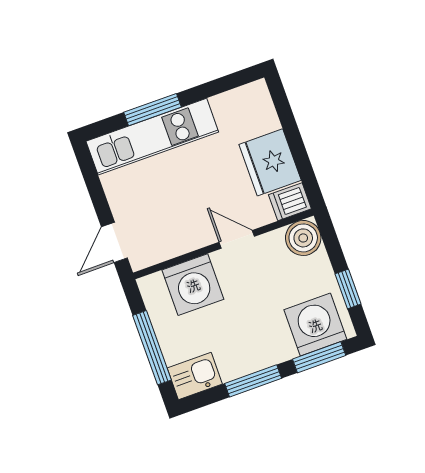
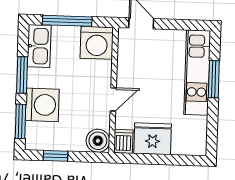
washing machine: (193, 285) -> (97, 43), moved, turned -90
washing machine: (315, 325) -> (42, 105), moved
kitchen sink: (195, 376) -> (39, 46), width x1.38

